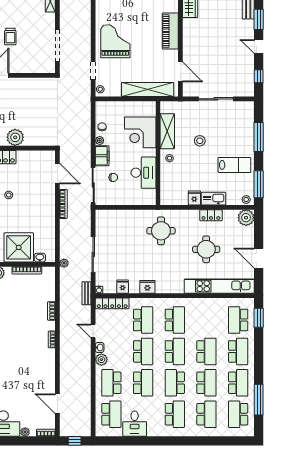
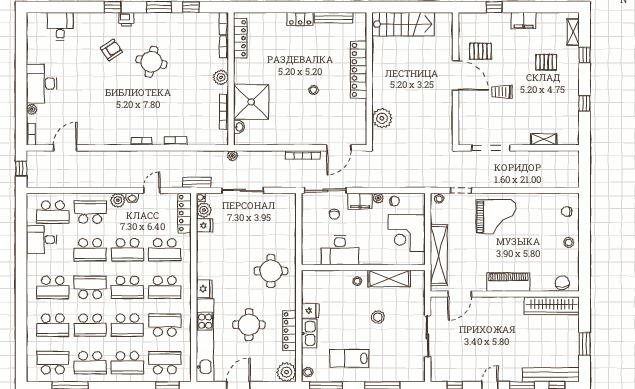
corner desk: (140, 132) -> (407, 233), moved, turned -90
plant: (15, 137) -> (382, 118), moved
lab bench: (234, 165) -> (349, 358), turned 90
locker: (211, 215) -> (289, 330), width x1.53
plant: (110, 287) -> (204, 210), added
fridge: (147, 287) -> (204, 289), moved
school desk: (206, 320) -> (165, 325), added

